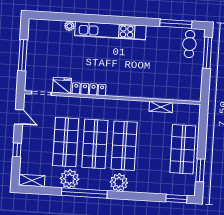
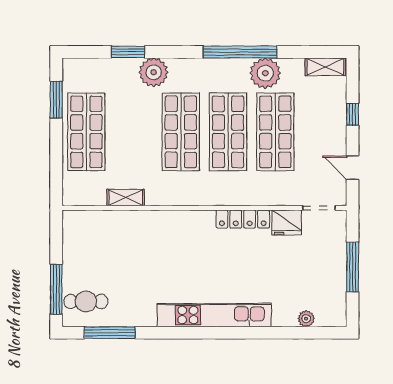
plant: (69, 26) -> (306, 319), moved
cafe table: (189, 44) -> (86, 301), turned 90
plant: (119, 182) -> (154, 72), moved
window: (176, 199) -> (128, 52), moved

